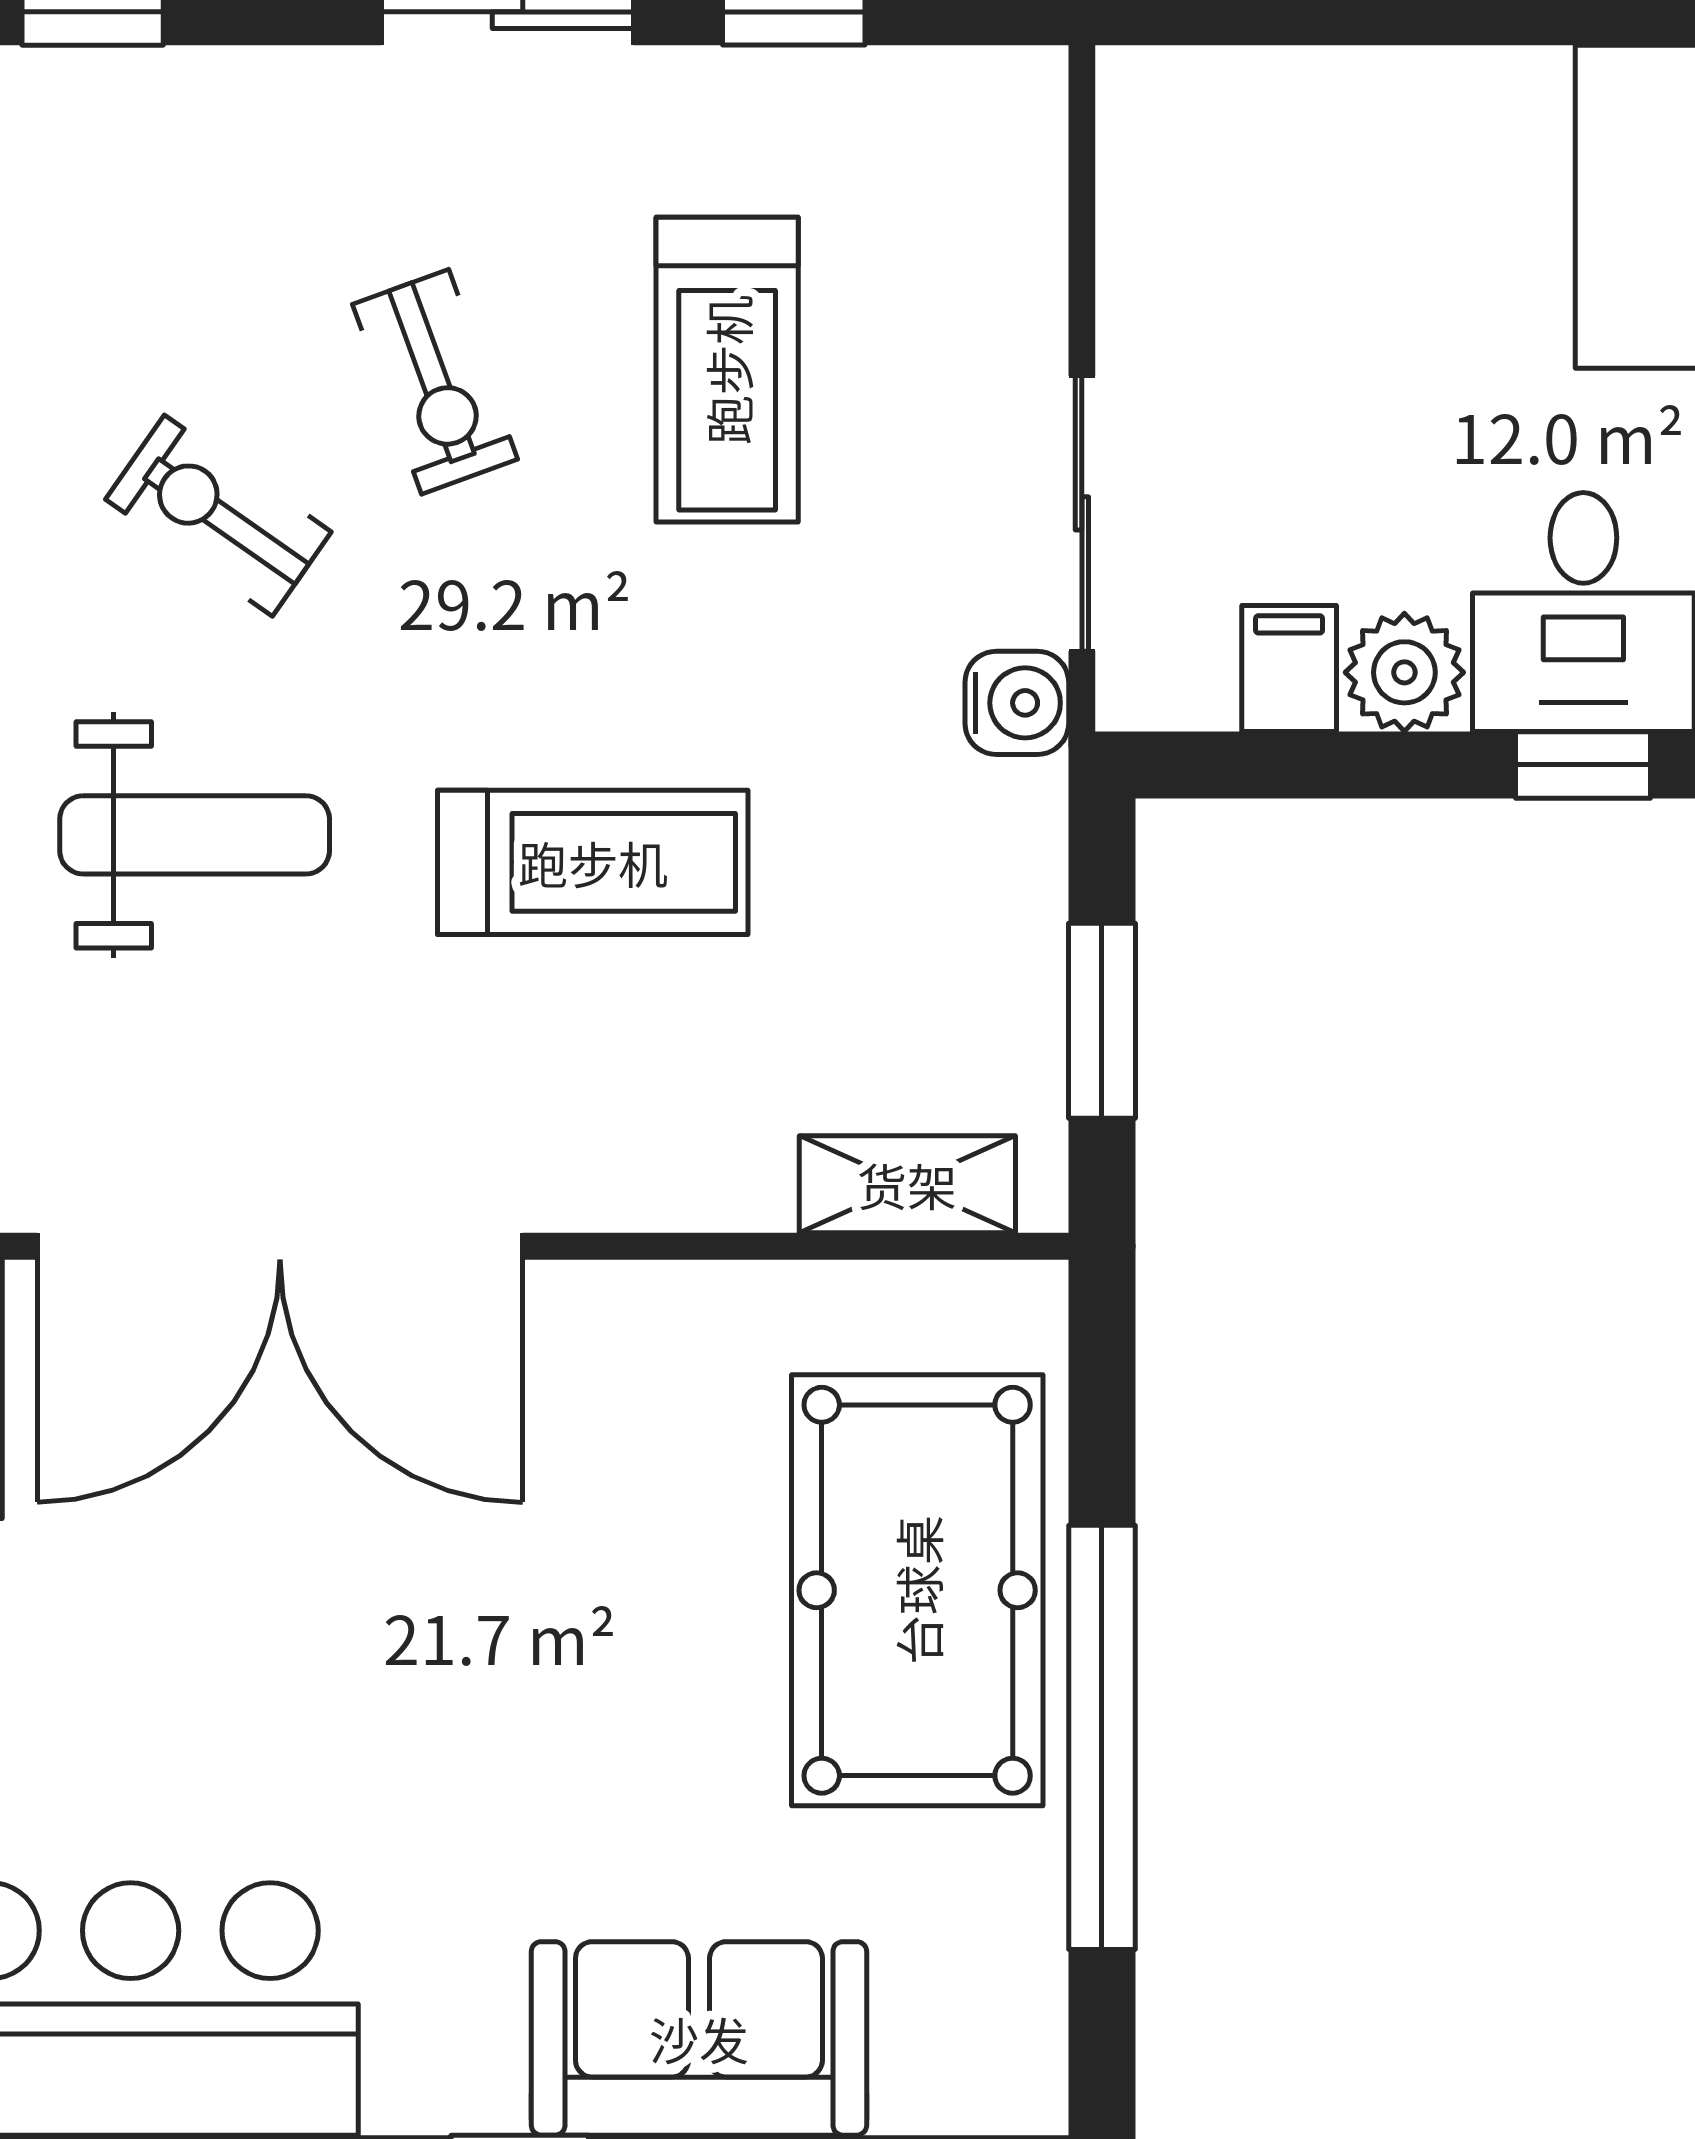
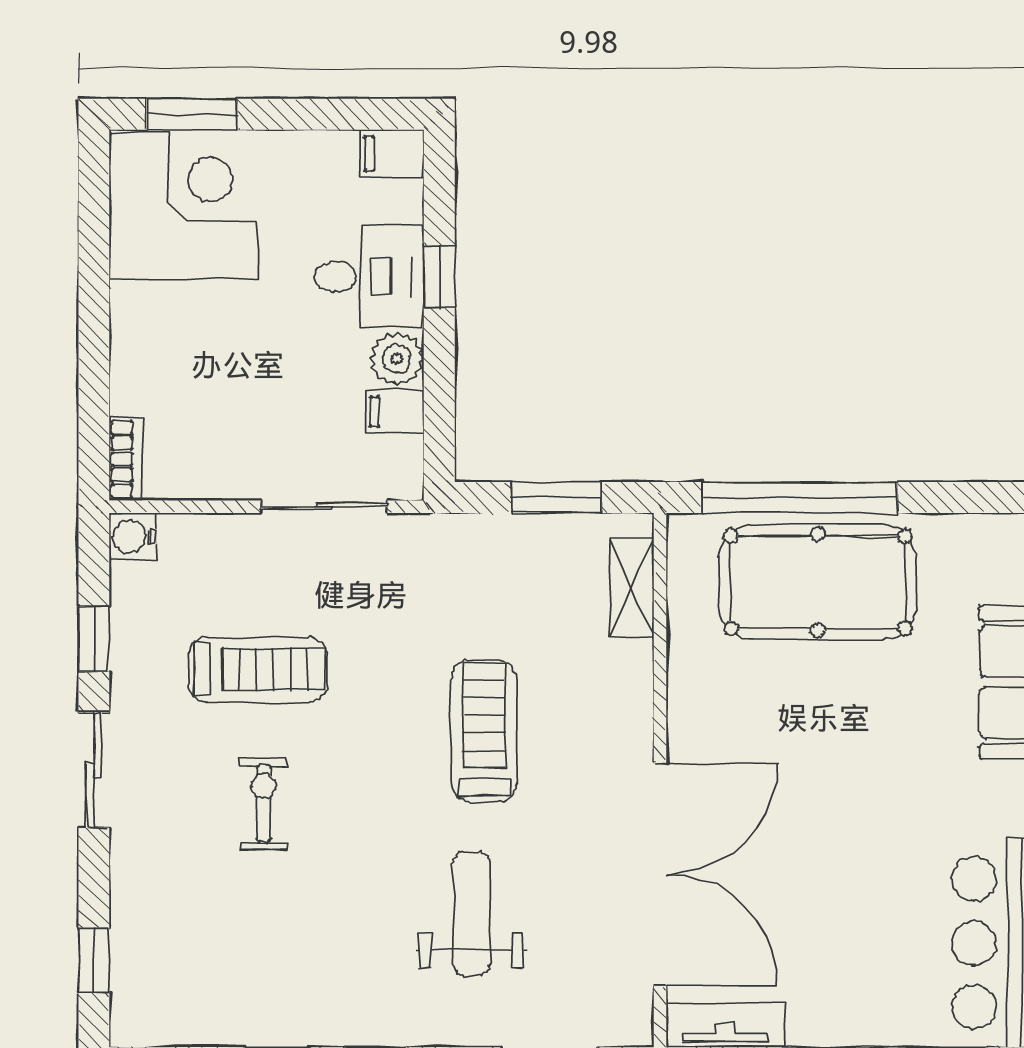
bookcase: (1185, 81) -> (126, 459), added
exercise bike: (435, 382) -> (264, 803), turned -70
exercise bike: (218, 516) -> (325, 903), removed
water cooler: (1017, 703) -> (133, 536), moved, turned -90
window: (1102, 1737) -> (800, 497), moved

